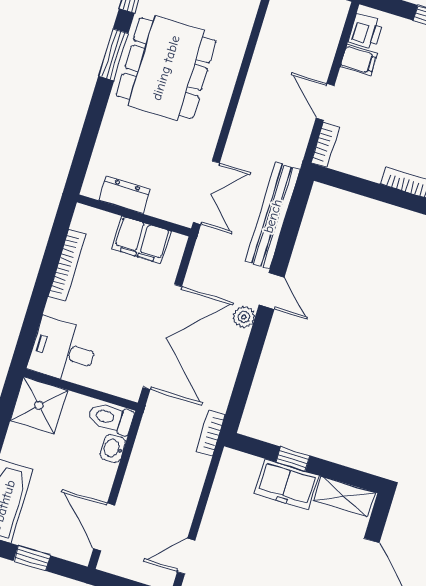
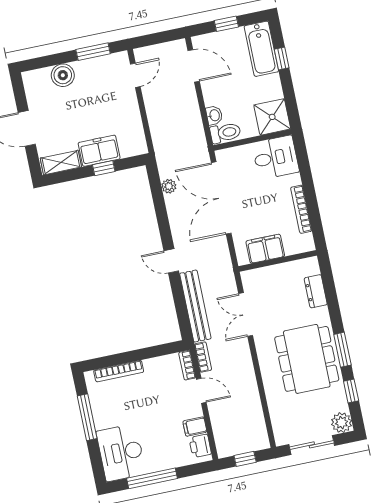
double door: (206, 193) -> (246, 314), moved
dresser: (124, 195) -> (316, 291), moved, turned 90
plant: (244, 317) -> (169, 186), moved
bookcase: (211, 433) -> (203, 357), moved

